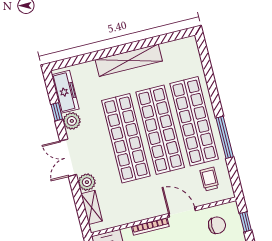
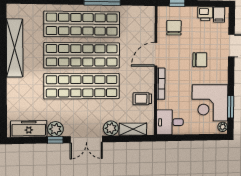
shelving: (129, 60) -> (15, 48), moved
window: (57, 112) -> (55, 140), moved
trolley: (209, 179) -> (142, 99), moved

